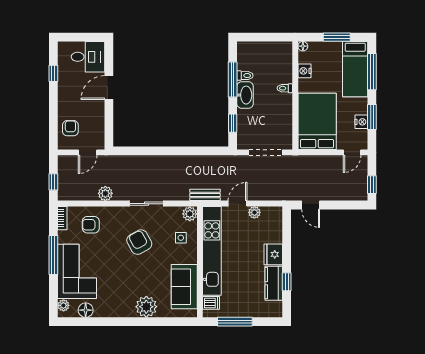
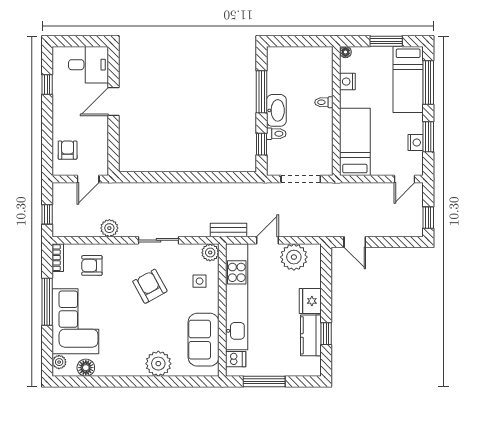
toilet: (245, 76) -> (276, 134), moved
bed: (317, 121) -> (355, 142), width x0.67
plant: (254, 212) -> (294, 257), width x1.87, depth x1.87

